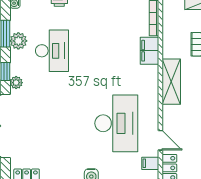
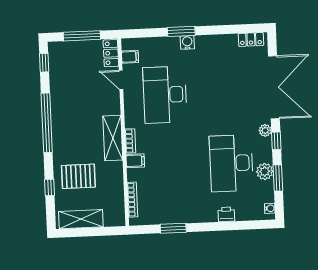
desk: (52, 51) -> (231, 163), width x1.36, depth x1.30
filing cabinet: (149, 51) -> (135, 161), width x0.50
bookcase: (154, 78) -> (130, 141), added

